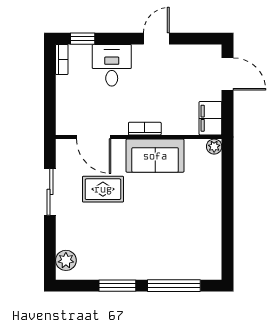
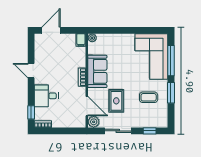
filing cabinet: (210, 118) -> (81, 40), width x0.50
door: (94, 137) -> (87, 106), hinge flipped
coffee table: (109, 246) -> (149, 97), added
window: (50, 248) -> (150, 131), added
corner sofa: (181, 251) -> (151, 56), added
plant: (66, 260) -> (94, 122), moved

